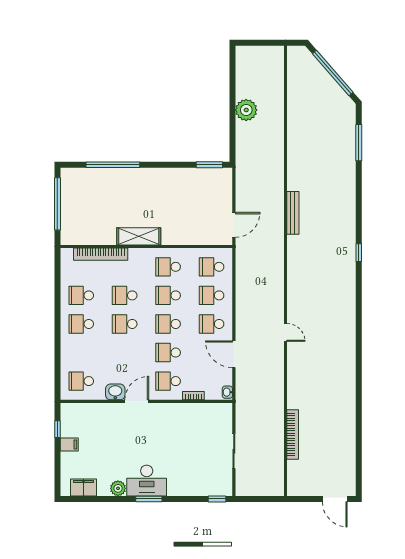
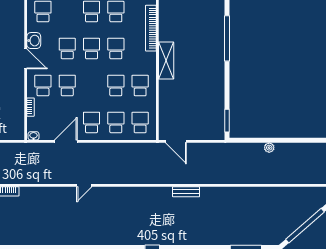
plant: (246, 110) -> (269, 148), width x0.53, depth x0.53
bench: (293, 213) -> (186, 192), width x0.73
school desk: (168, 324) -> (67, 49), moved

